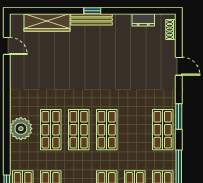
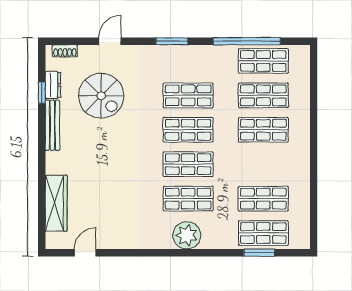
window: (92, 11) -> (42, 93), moved
bench: (92, 19) -> (52, 125), moved
spiral stairs: (134, 59) -> (101, 96), added
shop shelf: (163, 130) -> (188, 95), moved

